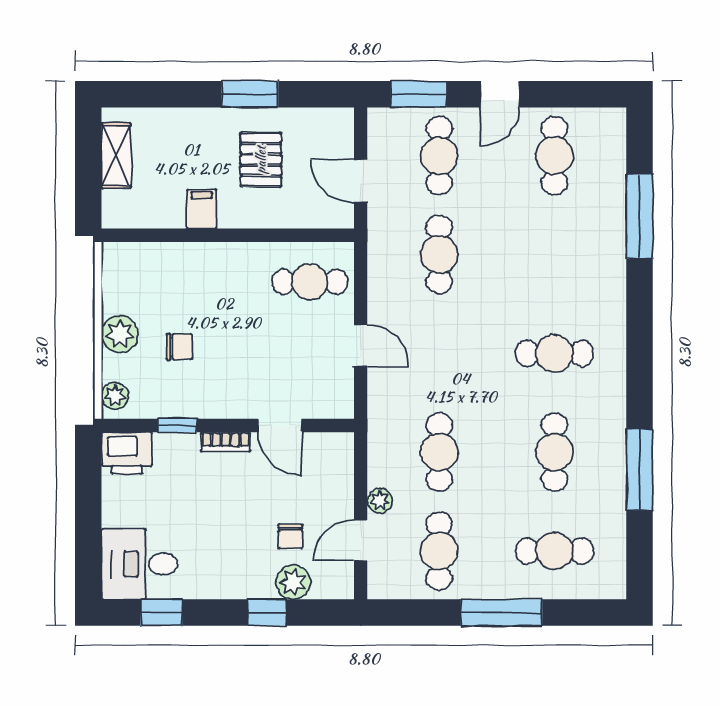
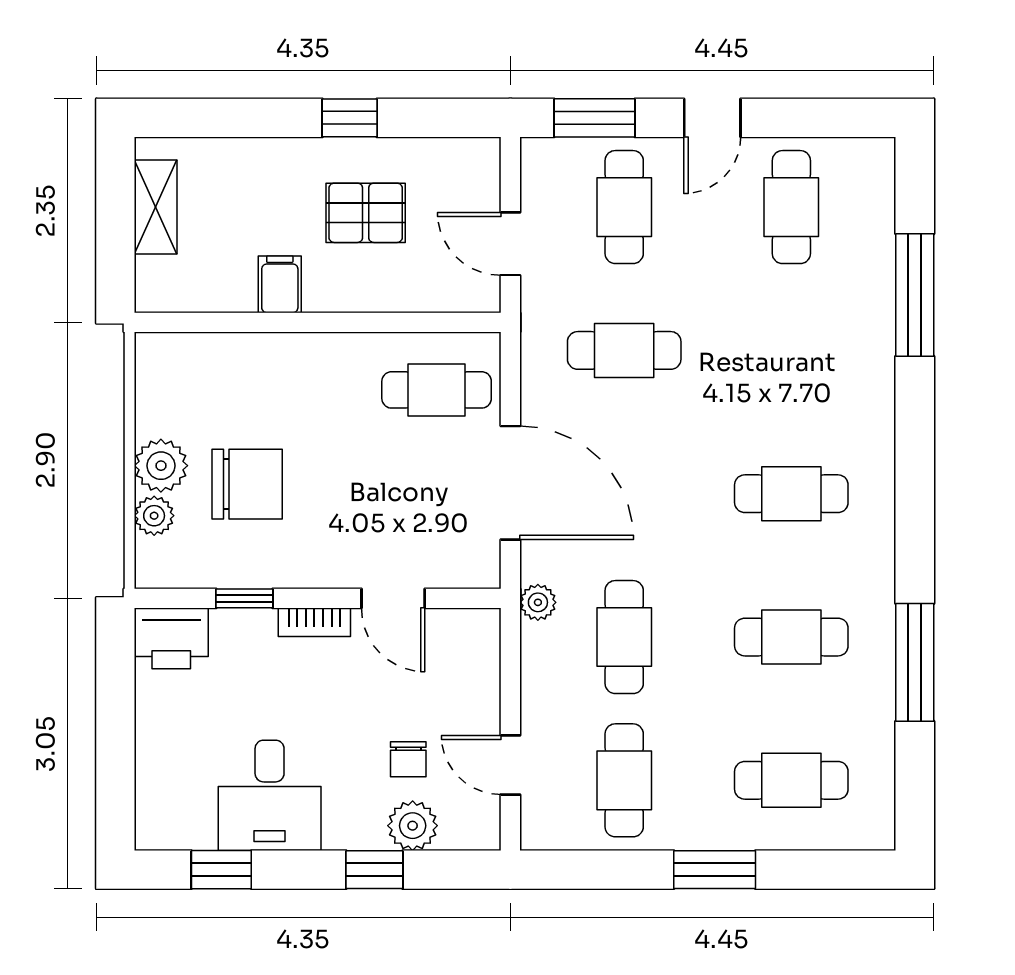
window: (250, 94) -> (350, 118), width x0.67
pallet: (261, 160) -> (366, 213), turned 90
cafe table: (439, 255) -> (624, 350), turned 90
door: (361, 346) -> (510, 483), width x1.88
chair: (179, 347) -> (247, 484), width x1.87, depth x1.87
plant: (115, 396) -> (154, 516), moved
cafe table: (554, 452) -> (791, 637), turned 90
plant: (380, 501) -> (538, 602), moved
door: (361, 540) -> (510, 765), hinge flipped
desk: (140, 564) -> (270, 795), moved, turned -90
window: (502, 612) -> (715, 870), width x0.69

